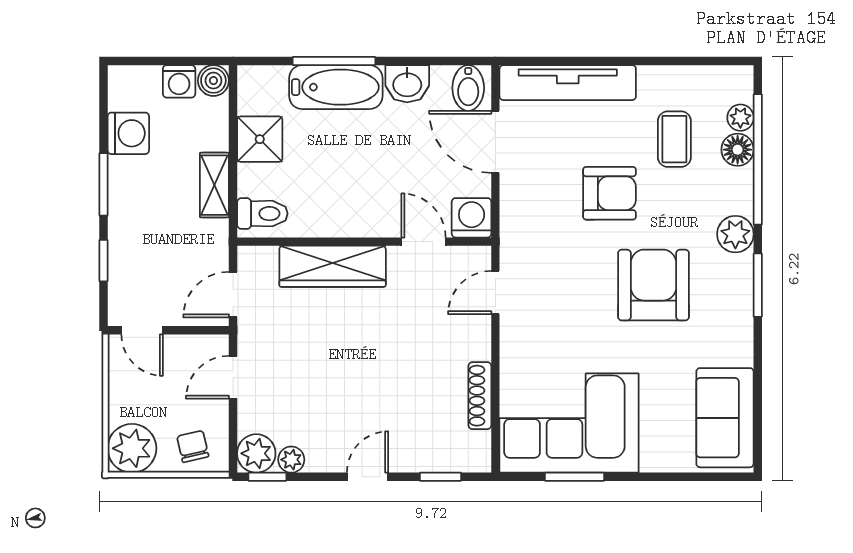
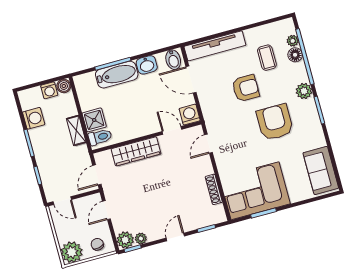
shower: (260, 139) -> (94, 120), moved

